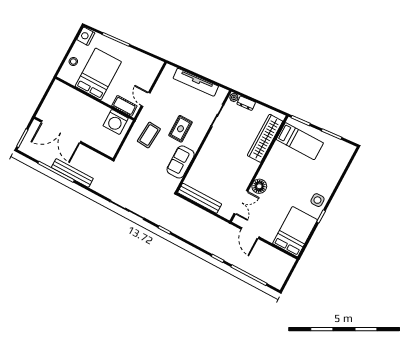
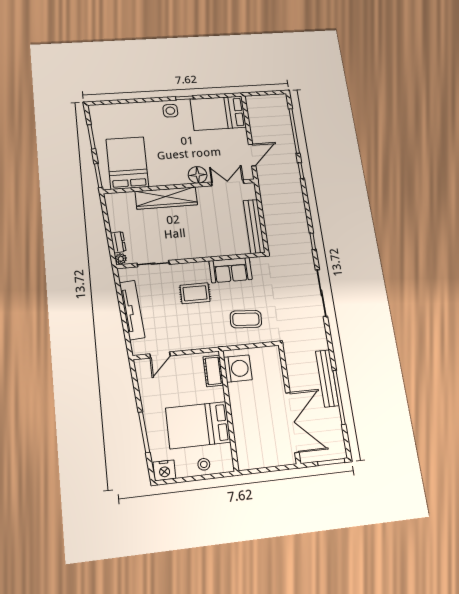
door: (146, 99) -> (160, 355), moved
coffee table: (149, 135) -> (246, 319), moved
wardrobe: (265, 138) -> (166, 198), moved
bed: (300, 141) -> (127, 163), width x1.50

